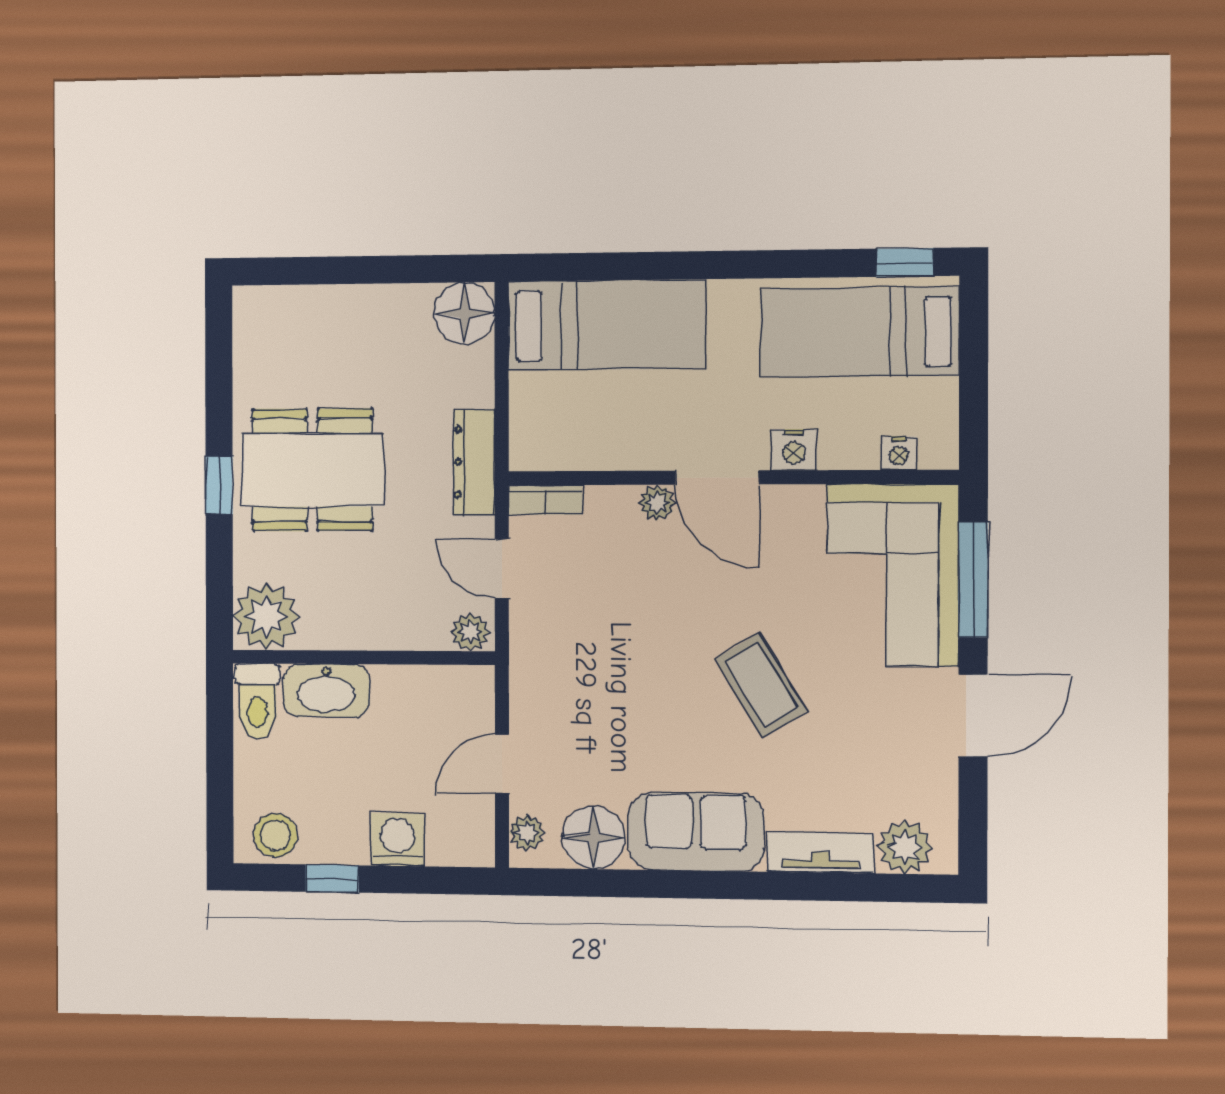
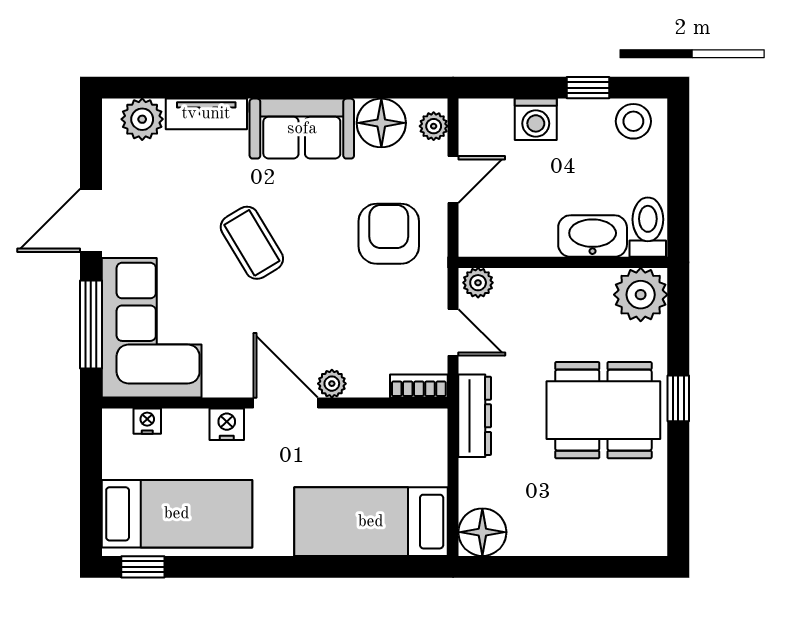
armchair: (584, 695) -> (389, 234), added

